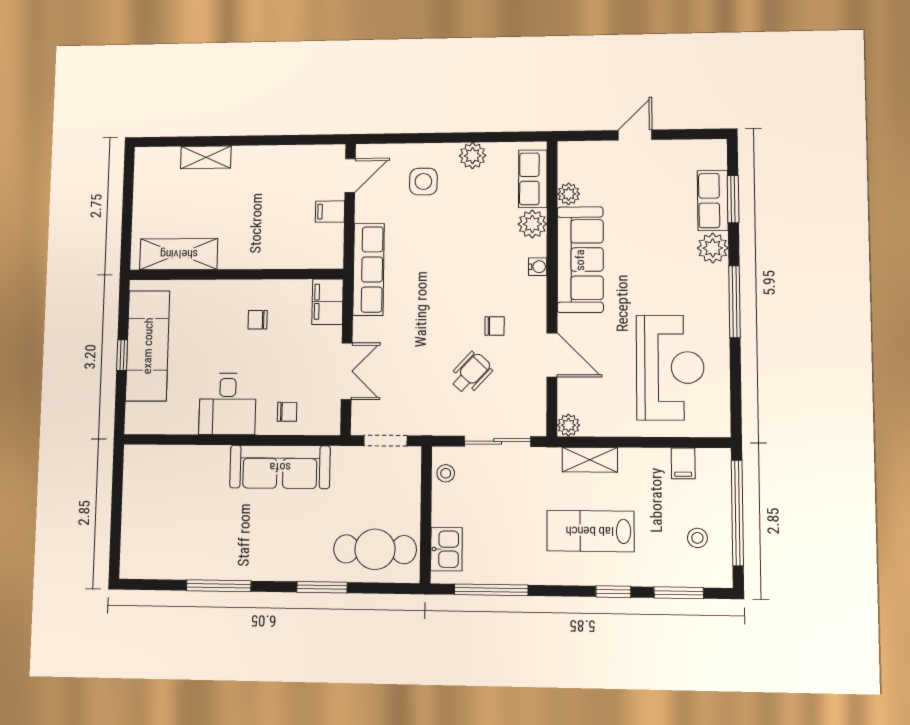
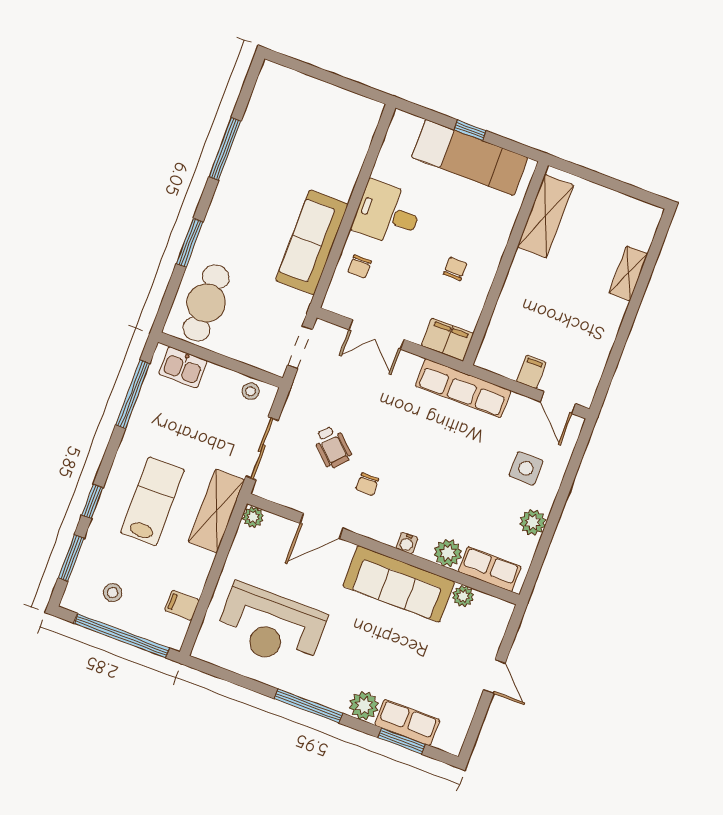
shelving: (590, 460) -> (216, 511), width x1.50, depth x1.33

